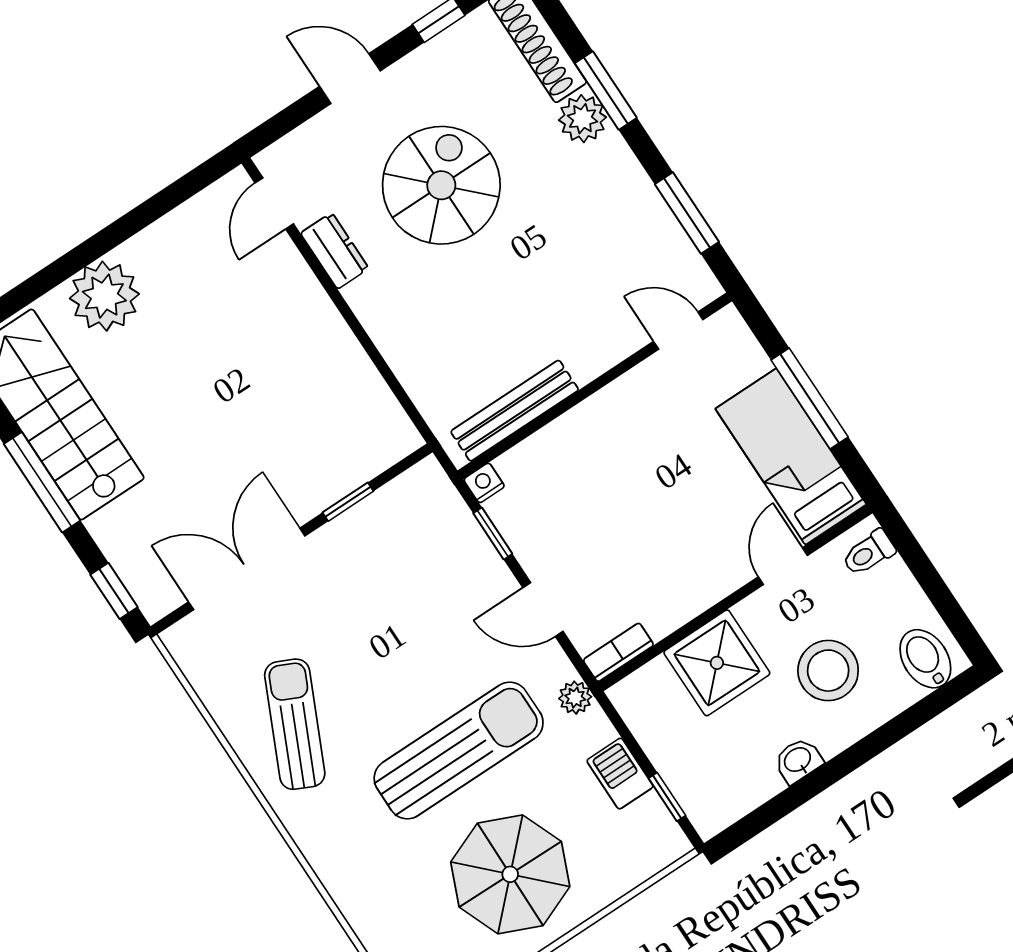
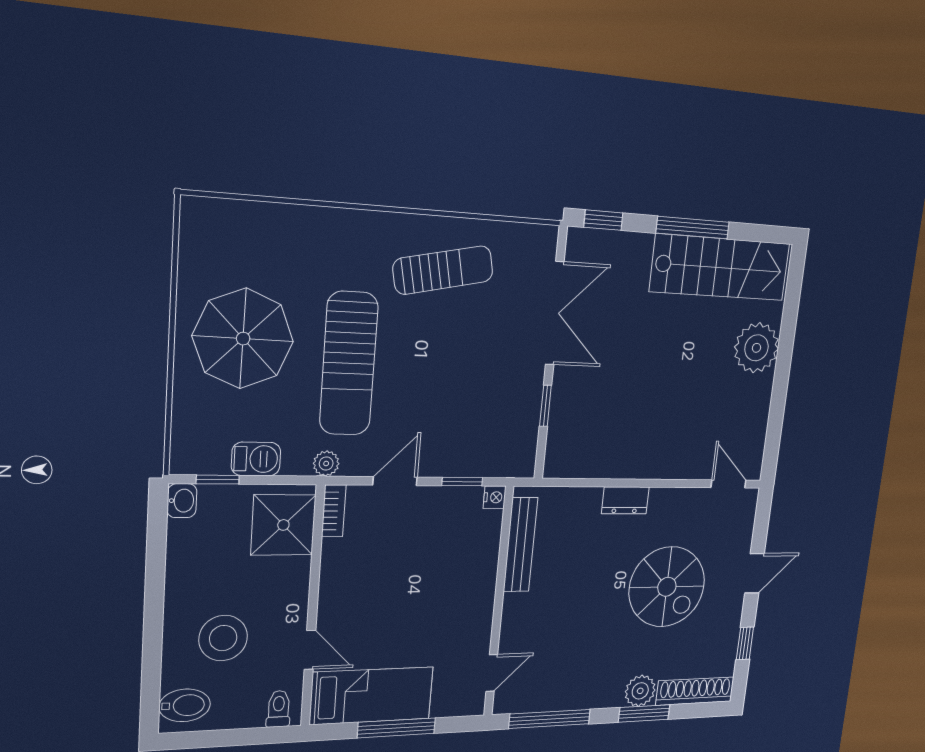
window: (687, 213) -> (550, 719), width x1.44
dresser: (335, 251) -> (625, 500), moved
shower: (717, 663) -> (283, 525), moved
sun lounger: (295, 724) -> (443, 270), turned -37
washbasin: (798, 760) -> (182, 501), moved

